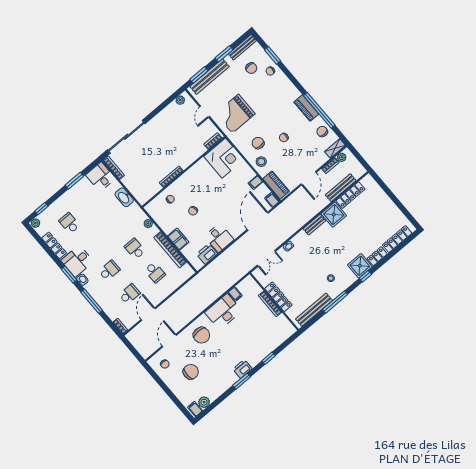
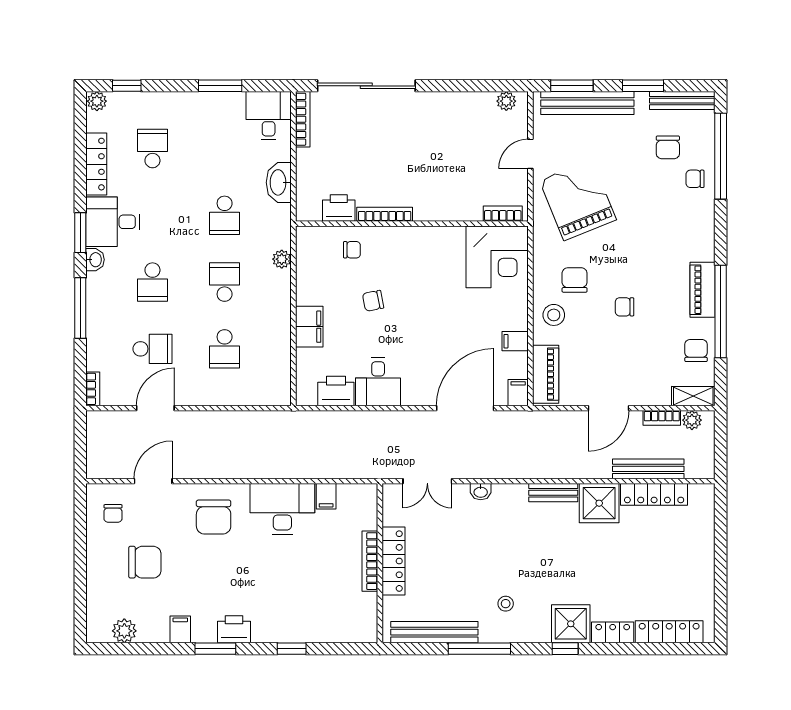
window: (273, 55) -> (721, 156), width x2.11
grand piano: (235, 114) -> (578, 200), turned 68
printer: (153, 188) -> (339, 208), added
school desk: (115, 225) -> (225, 215), added
bookcase: (170, 250) -> (281, 333), removed
school desk: (109, 270) -> (152, 282), turned 90
filing cabinet: (195, 409) -> (180, 629), moved

